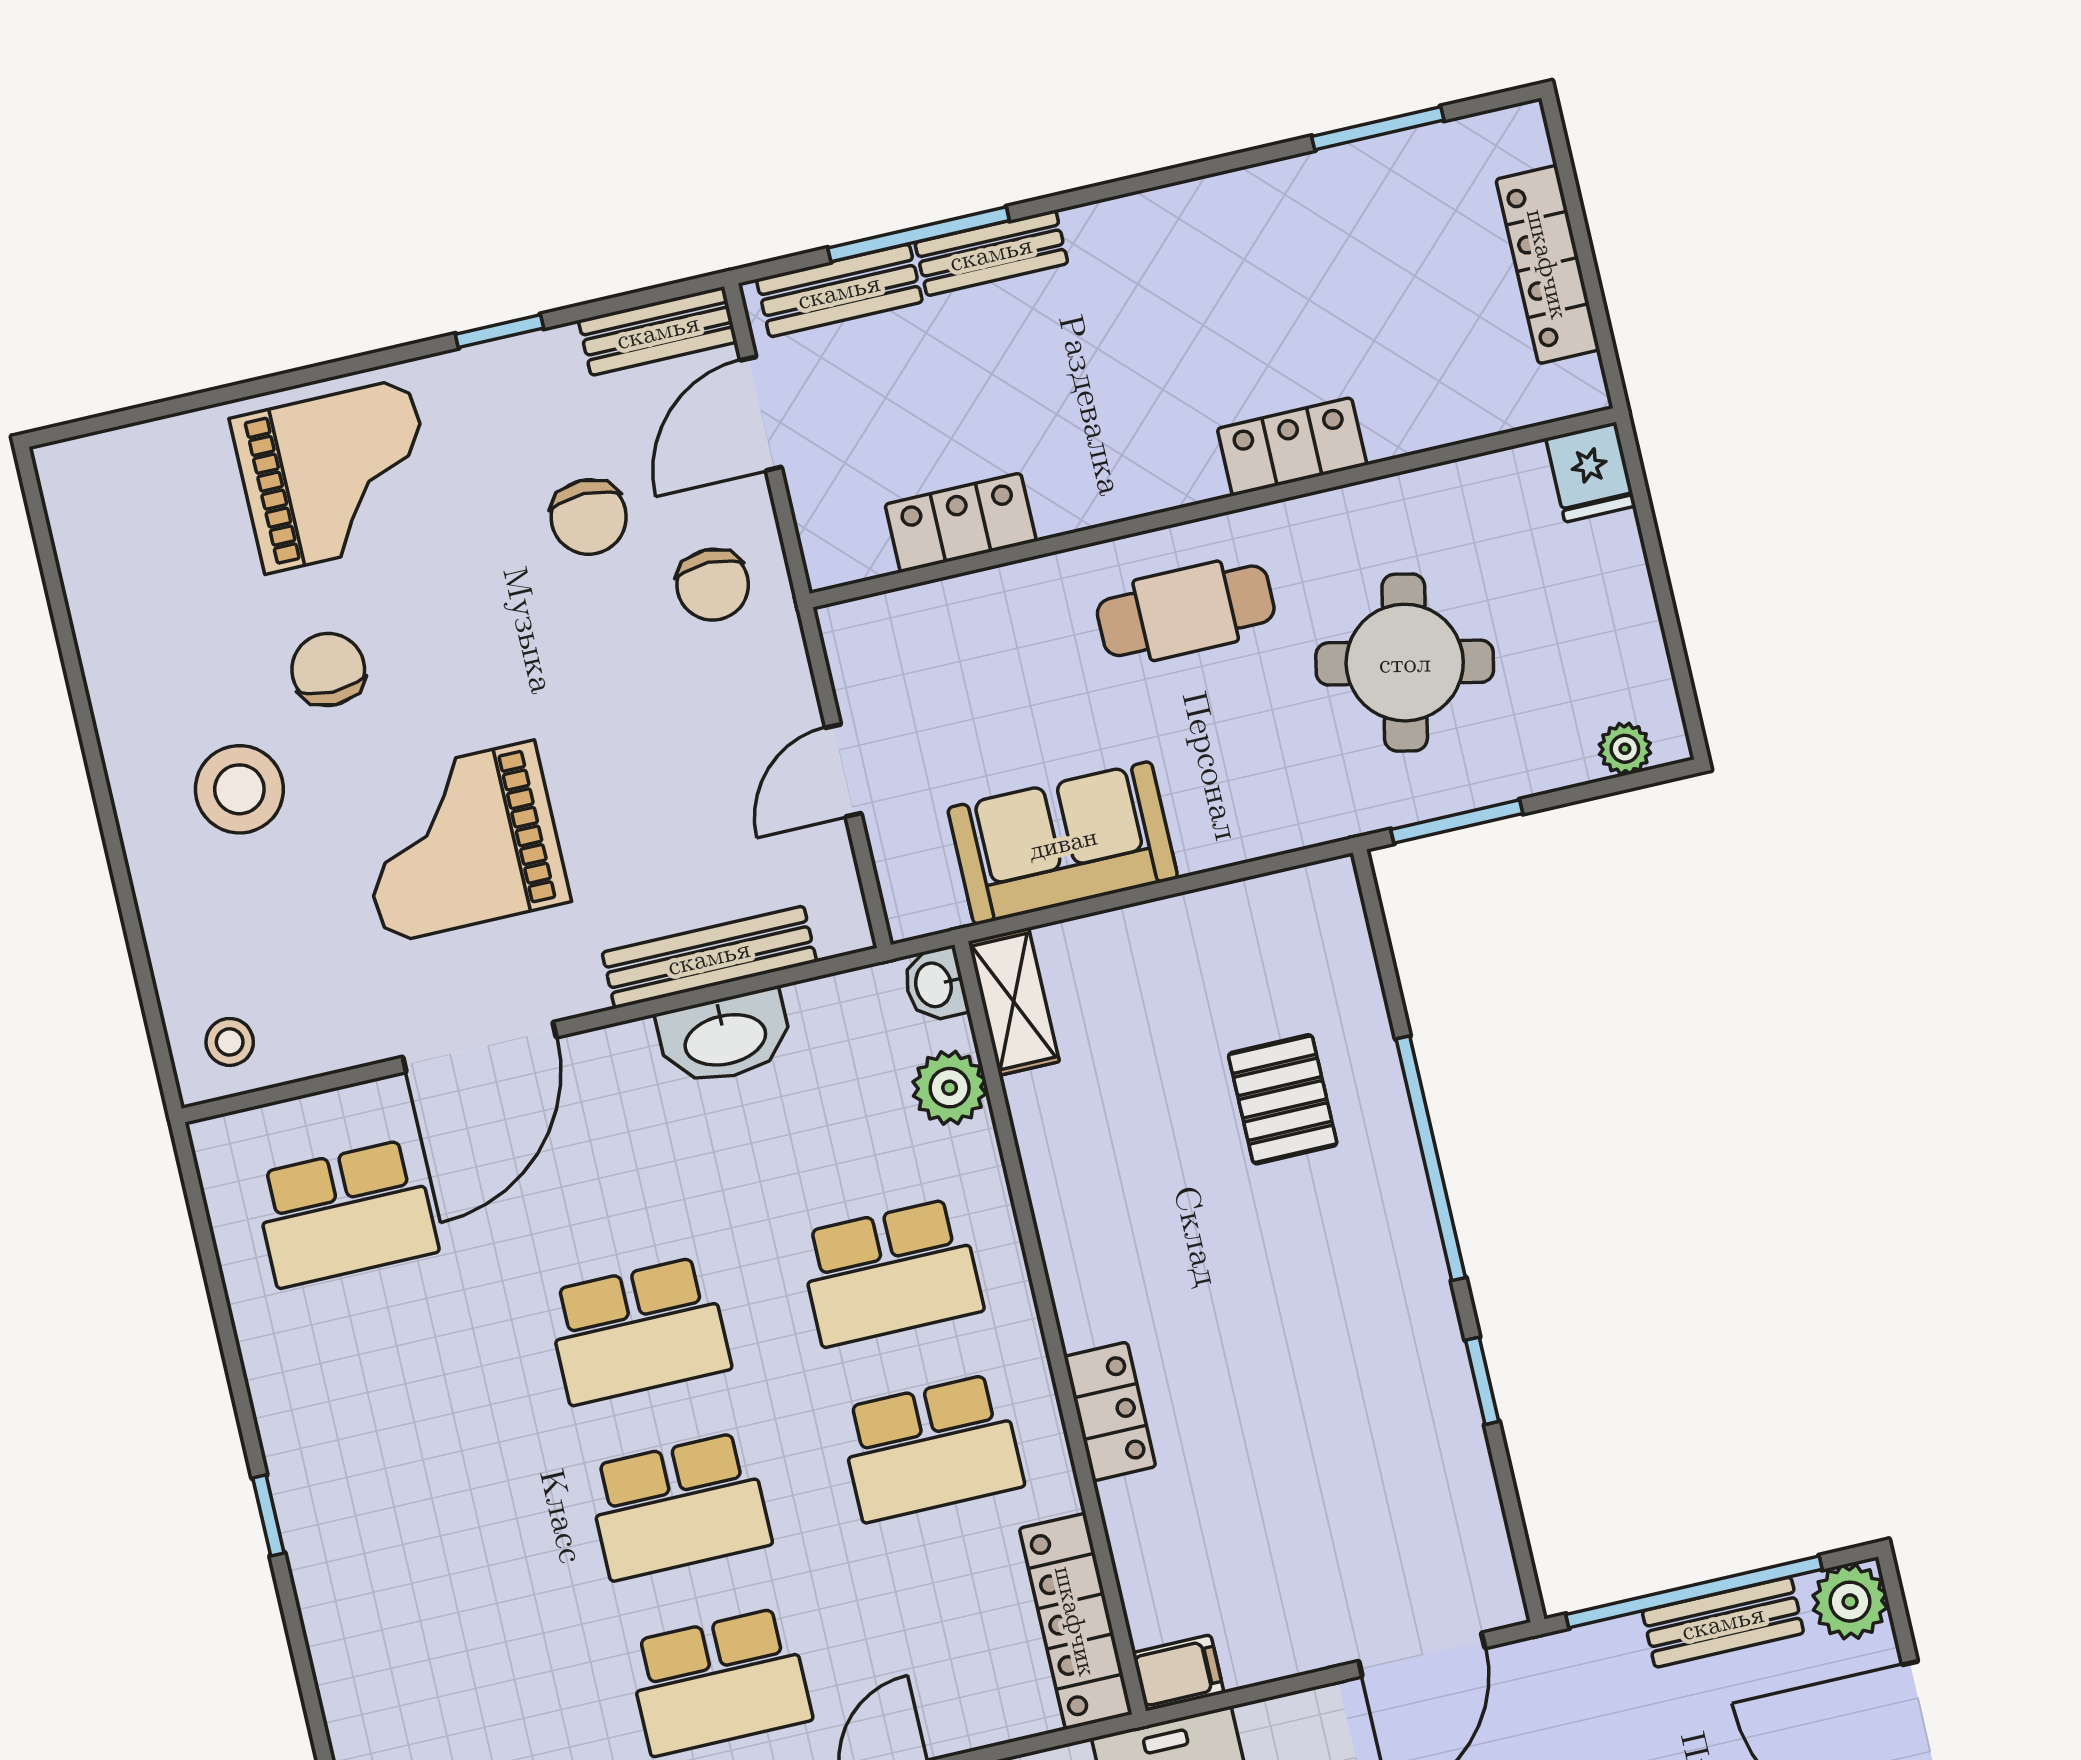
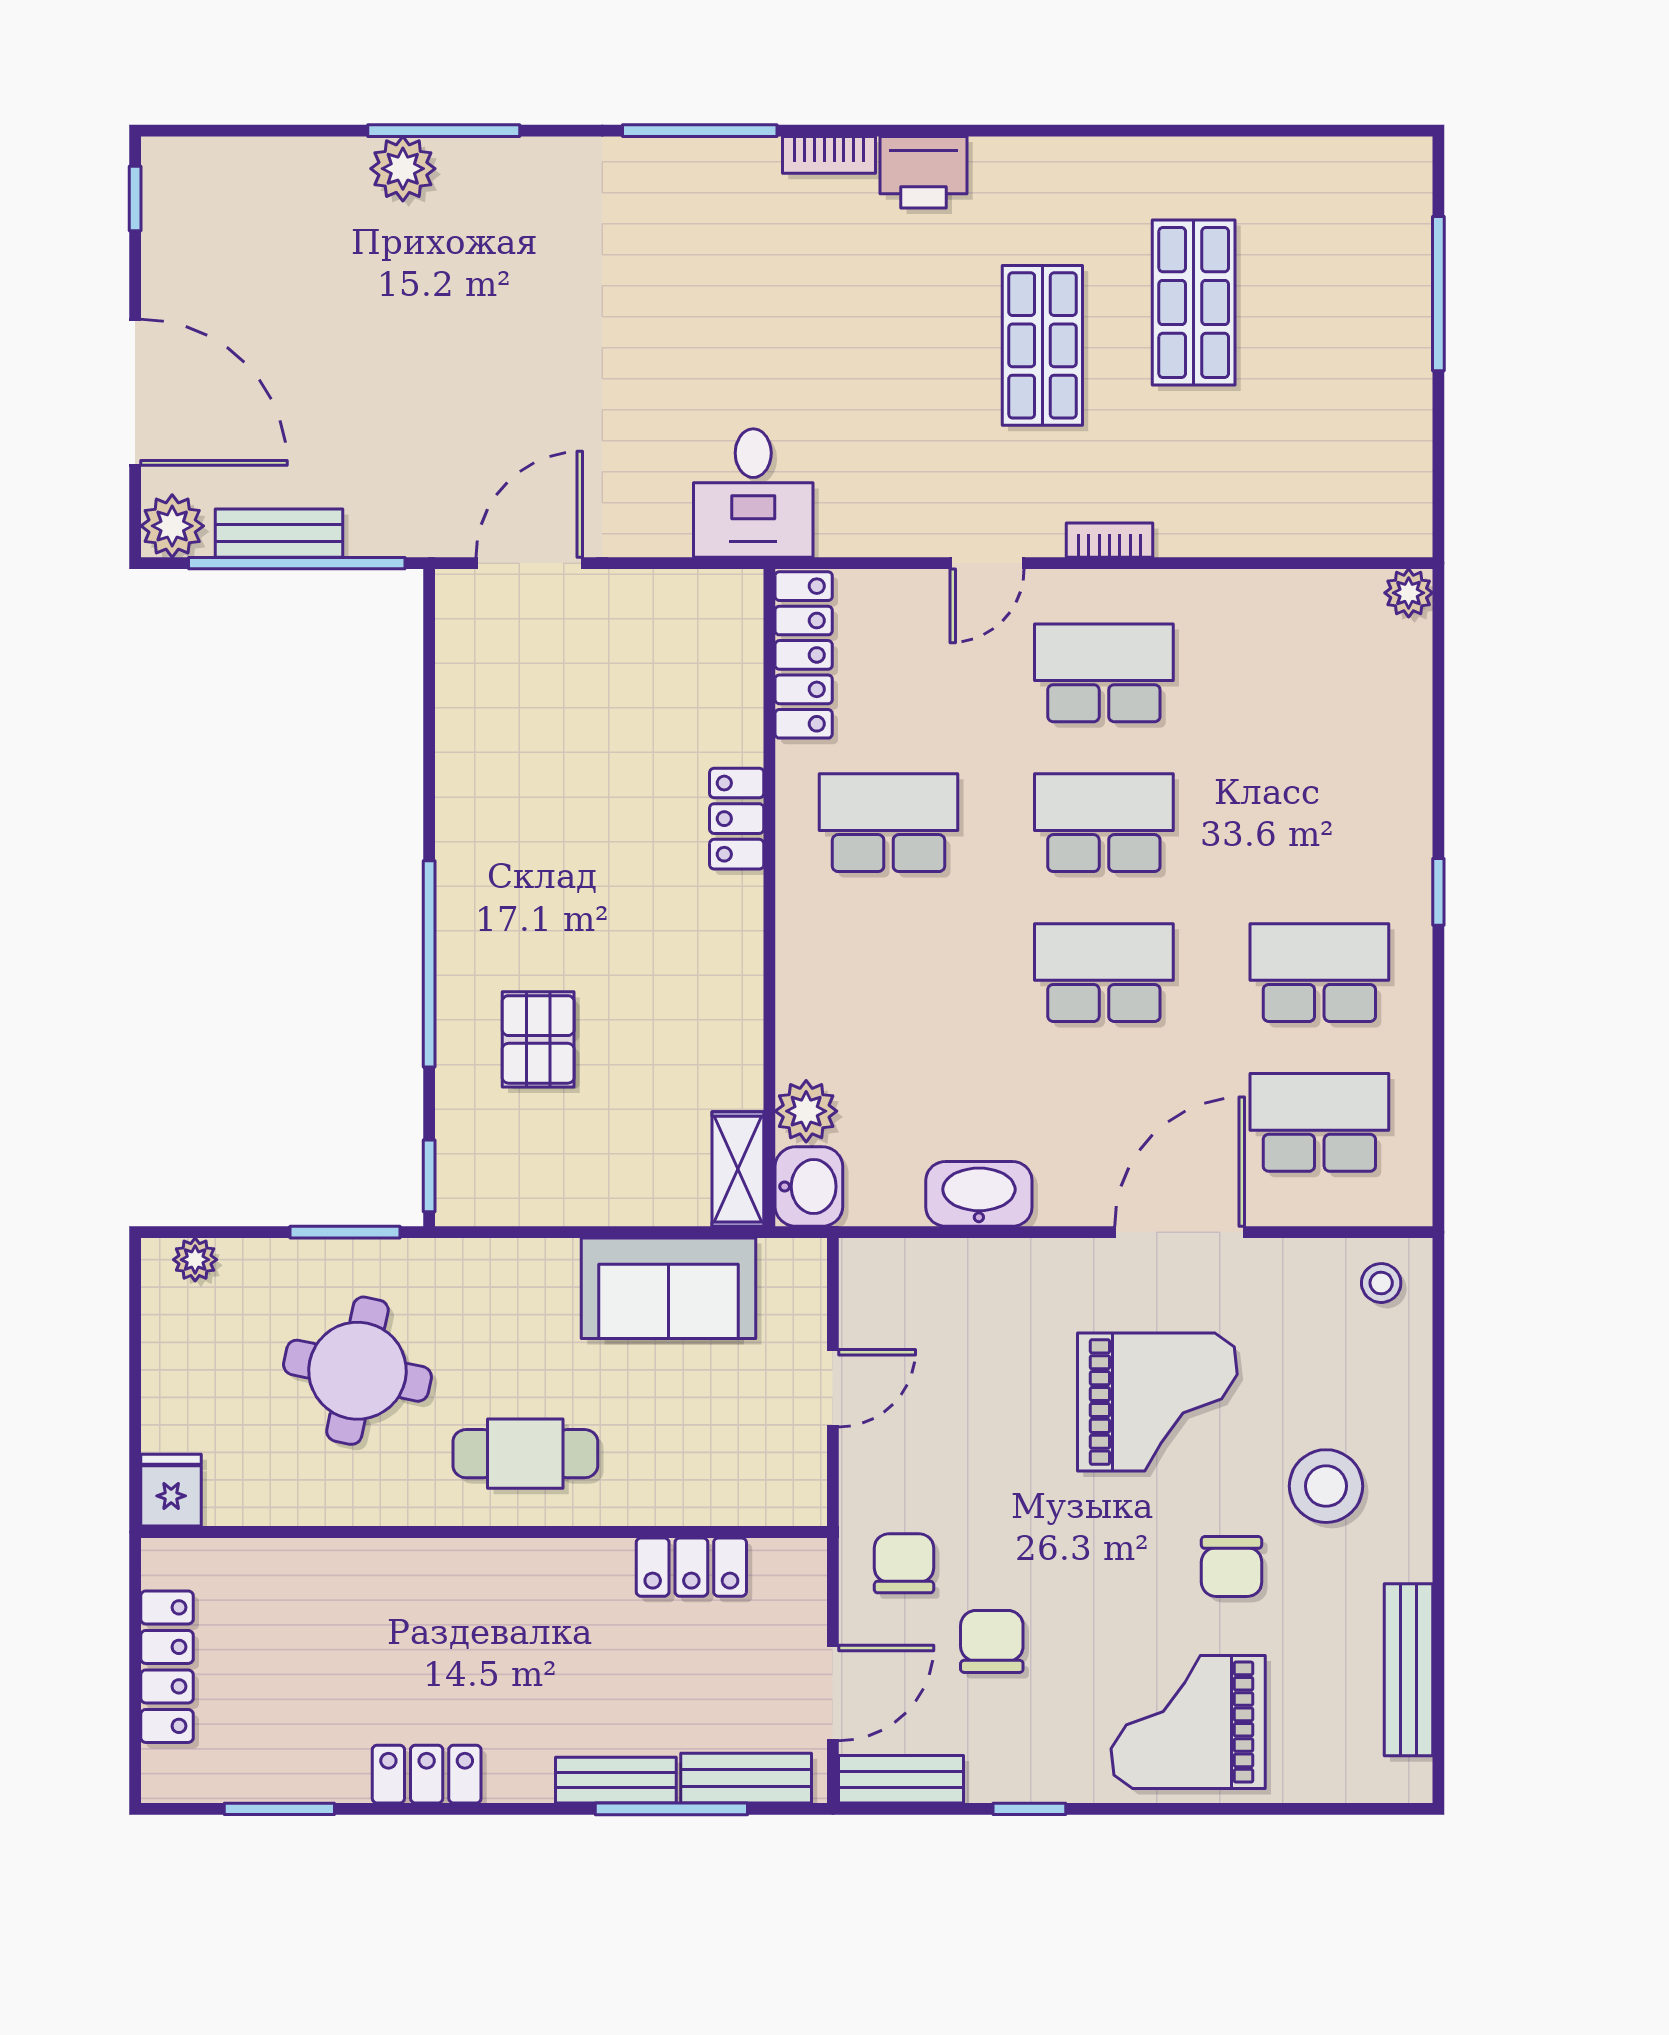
locker: (1292, 447) -> (427, 1774), moved, turned 180
bench: (709, 957) -> (1409, 1670), moved, turned 90
washbasin: (935, 985) -> (809, 1187), width x1.38, depth x1.45
school desk: (891, 1272) -> (1319, 973), moved
window: (1482, 1381) -> (429, 1176), moved
filing cabinet: (1178, 1673) -> (730, 594), removed

